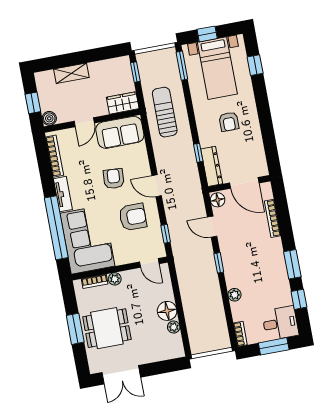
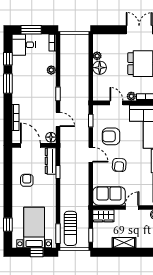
shelving: (71, 73) -> (124, 243), moved
sun lounger: (165, 112) -> (70, 228), moved
armchair: (229, 122) -> (27, 180), moved
door: (149, 263) -> (116, 103), moved

